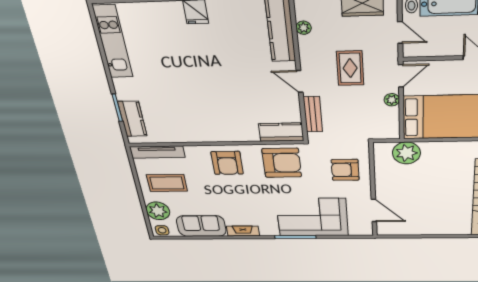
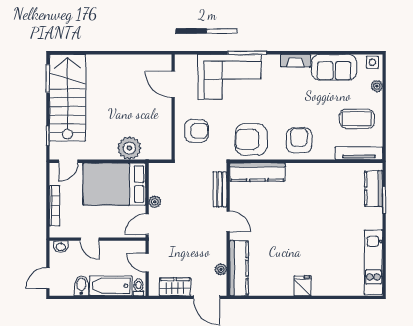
rug: (350, 68) -> (187, 232), removed
kitchen counter: (281, 132) -> (257, 172), width x1.50
plant: (406, 153) -> (129, 148), moved
plant: (158, 211) -> (377, 86), width x0.53, depth x0.53

